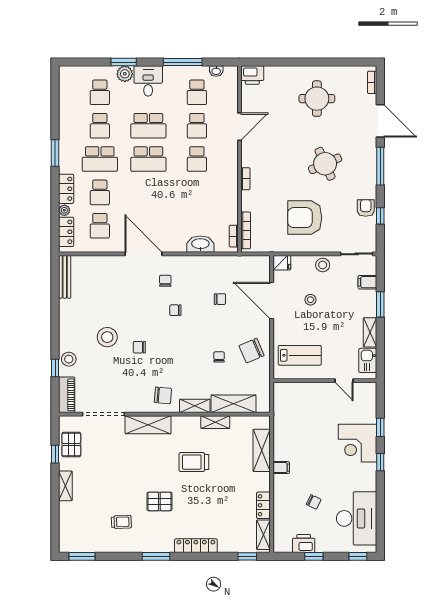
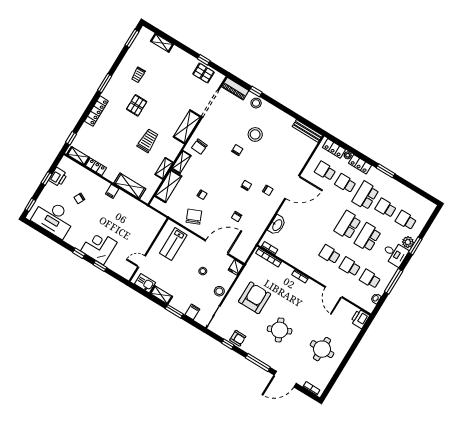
shelving: (65, 486) -> (162, 43), moved

